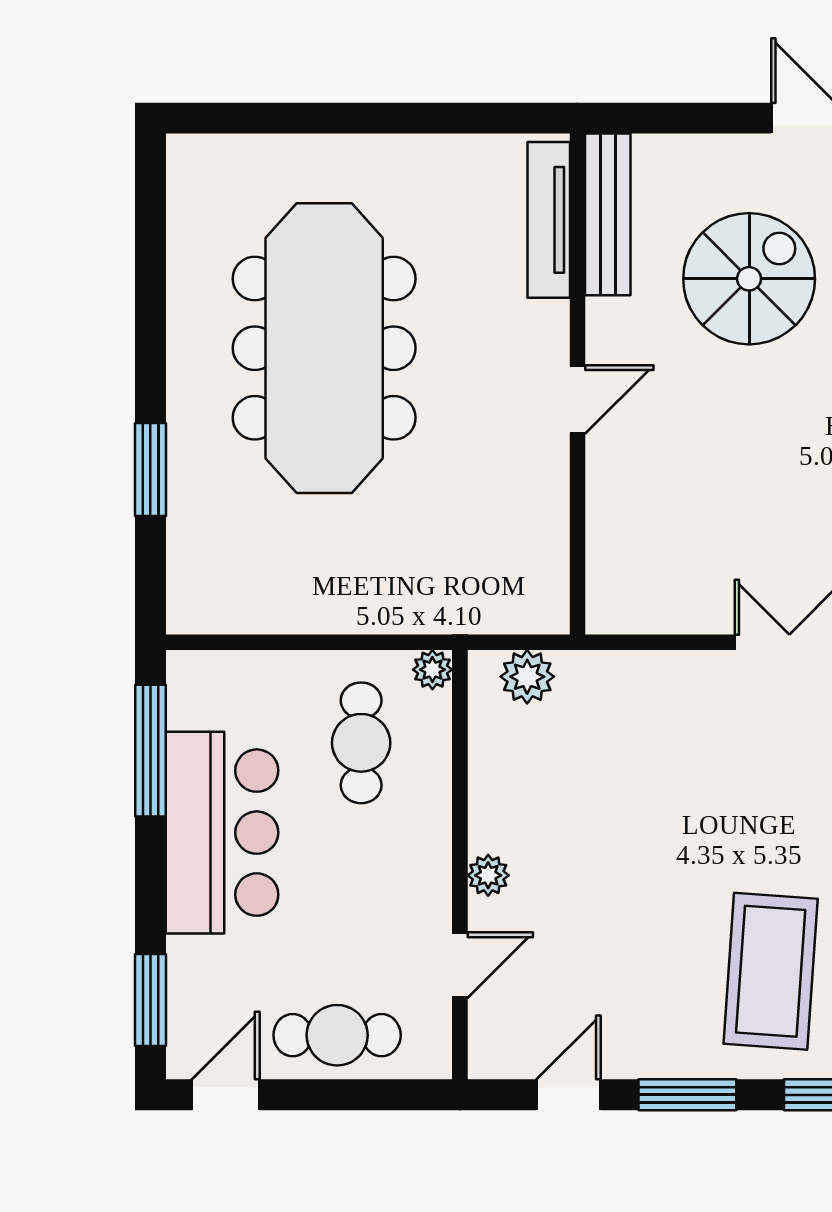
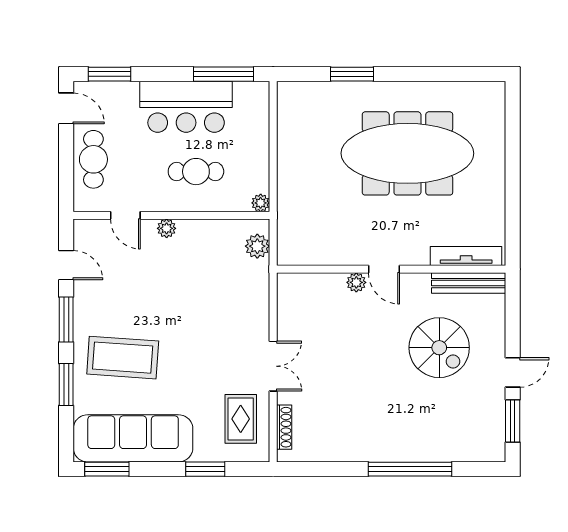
plant: (606, 460) -> (356, 282), added
cafe table: (361, 743) -> (196, 172), moved

